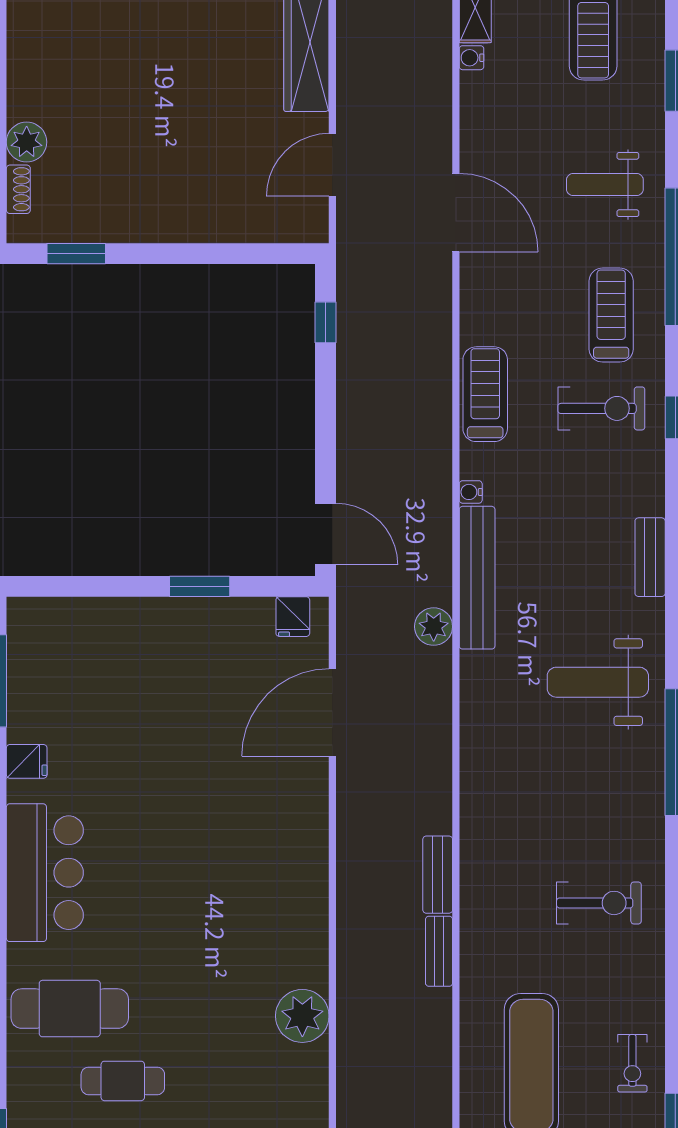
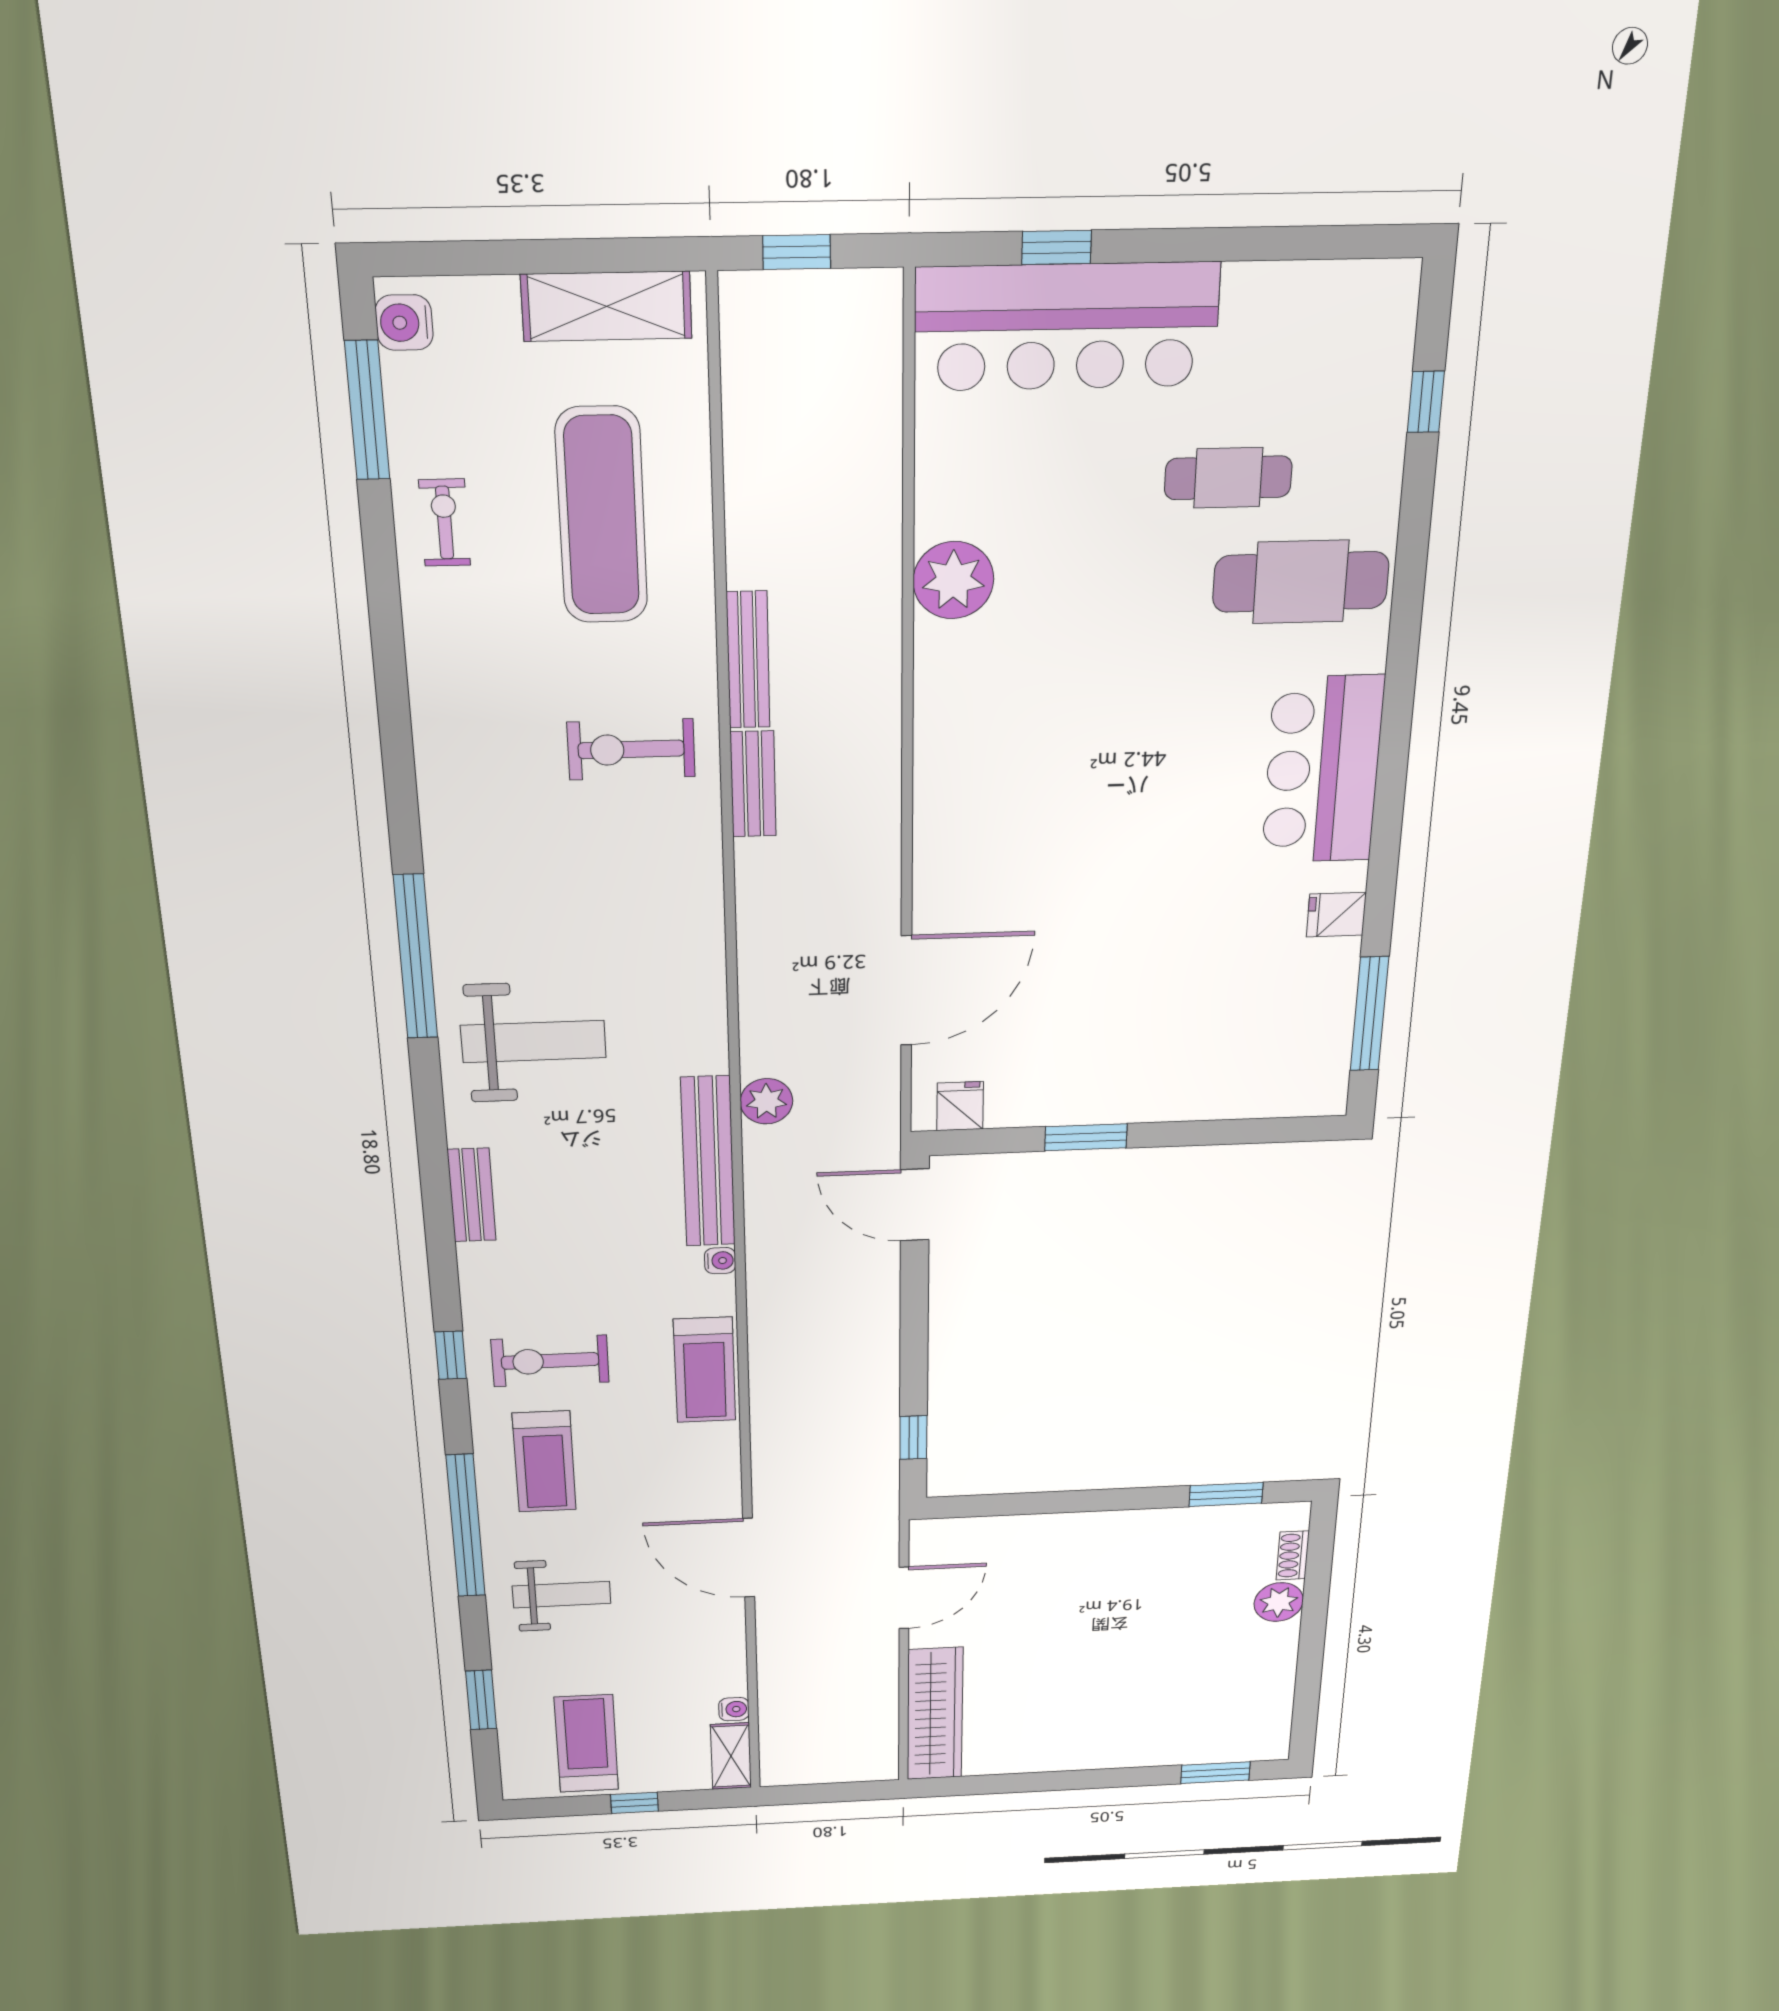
exercise bike: (599, 903) -> (631, 749), moved
bench: (439, 951) -> (748, 660), width x1.36

